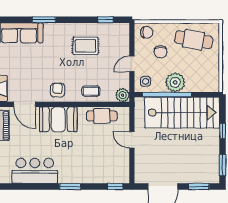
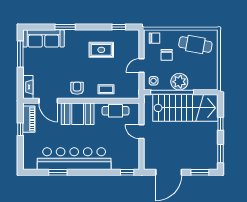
plant: (123, 95) -> (134, 93), removed
bar counter: (35, 171) -> (74, 159), width x1.86
window: (70, 187) -> (58, 172), moved

